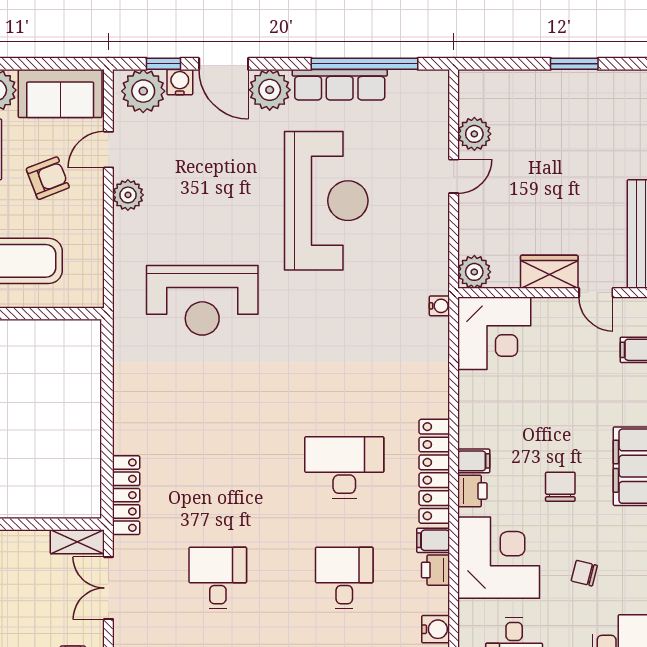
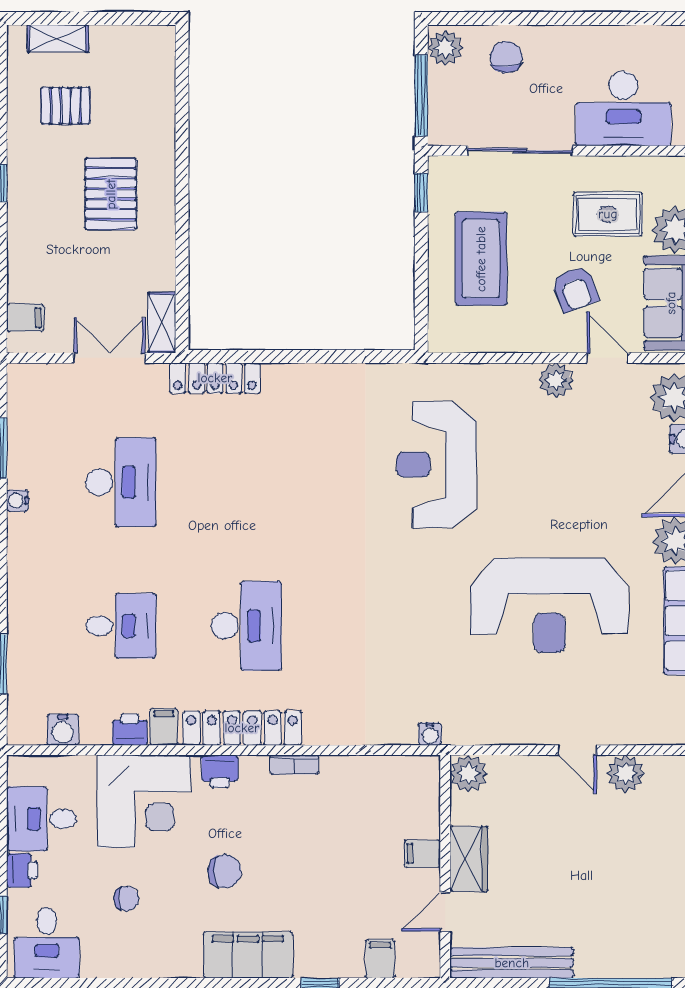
corner desk: (494, 333) -> (399, 796), removed
bookcase: (466, 425) -> (294, 765), added
filing cabinet: (474, 461) -> (422, 854), moved, turned 90
chair: (584, 573) -> (126, 899), turned 76
desk: (218, 578) -> (121, 482), width x1.37

